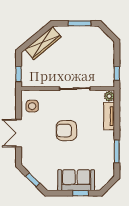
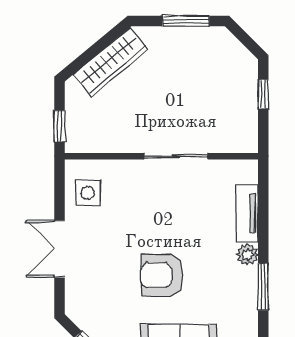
window: (117, 73) -> (263, 94), moved
plant: (109, 96) -> (248, 255), moved
armchair: (66, 131) -> (162, 275), moved

